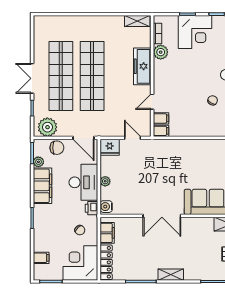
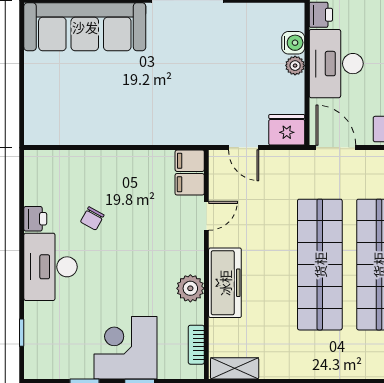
plant: (161, 52) -> (190, 288), moved
water cooler: (106, 207) -> (293, 43), moved

